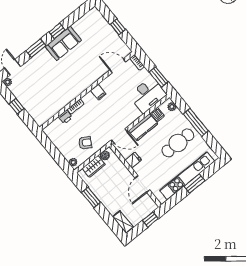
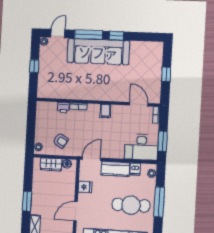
sofa: (63, 43) -> (98, 52), width x1.85, depth x1.27
window: (36, 48) -> (88, 35), width x1.44
door: (119, 136) -> (91, 159), swing flipped
window: (91, 197) -> (27, 201), moved

